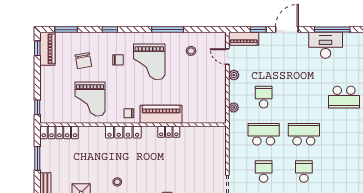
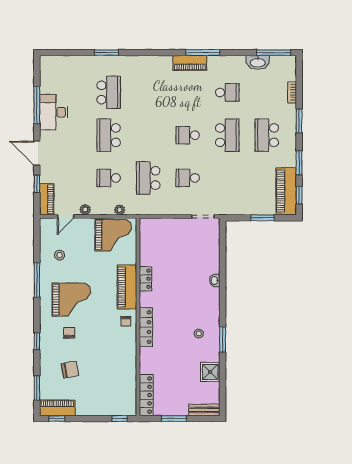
grand piano: (90, 99) -> (113, 235), moved
school desk: (304, 134) -> (109, 135), moved

